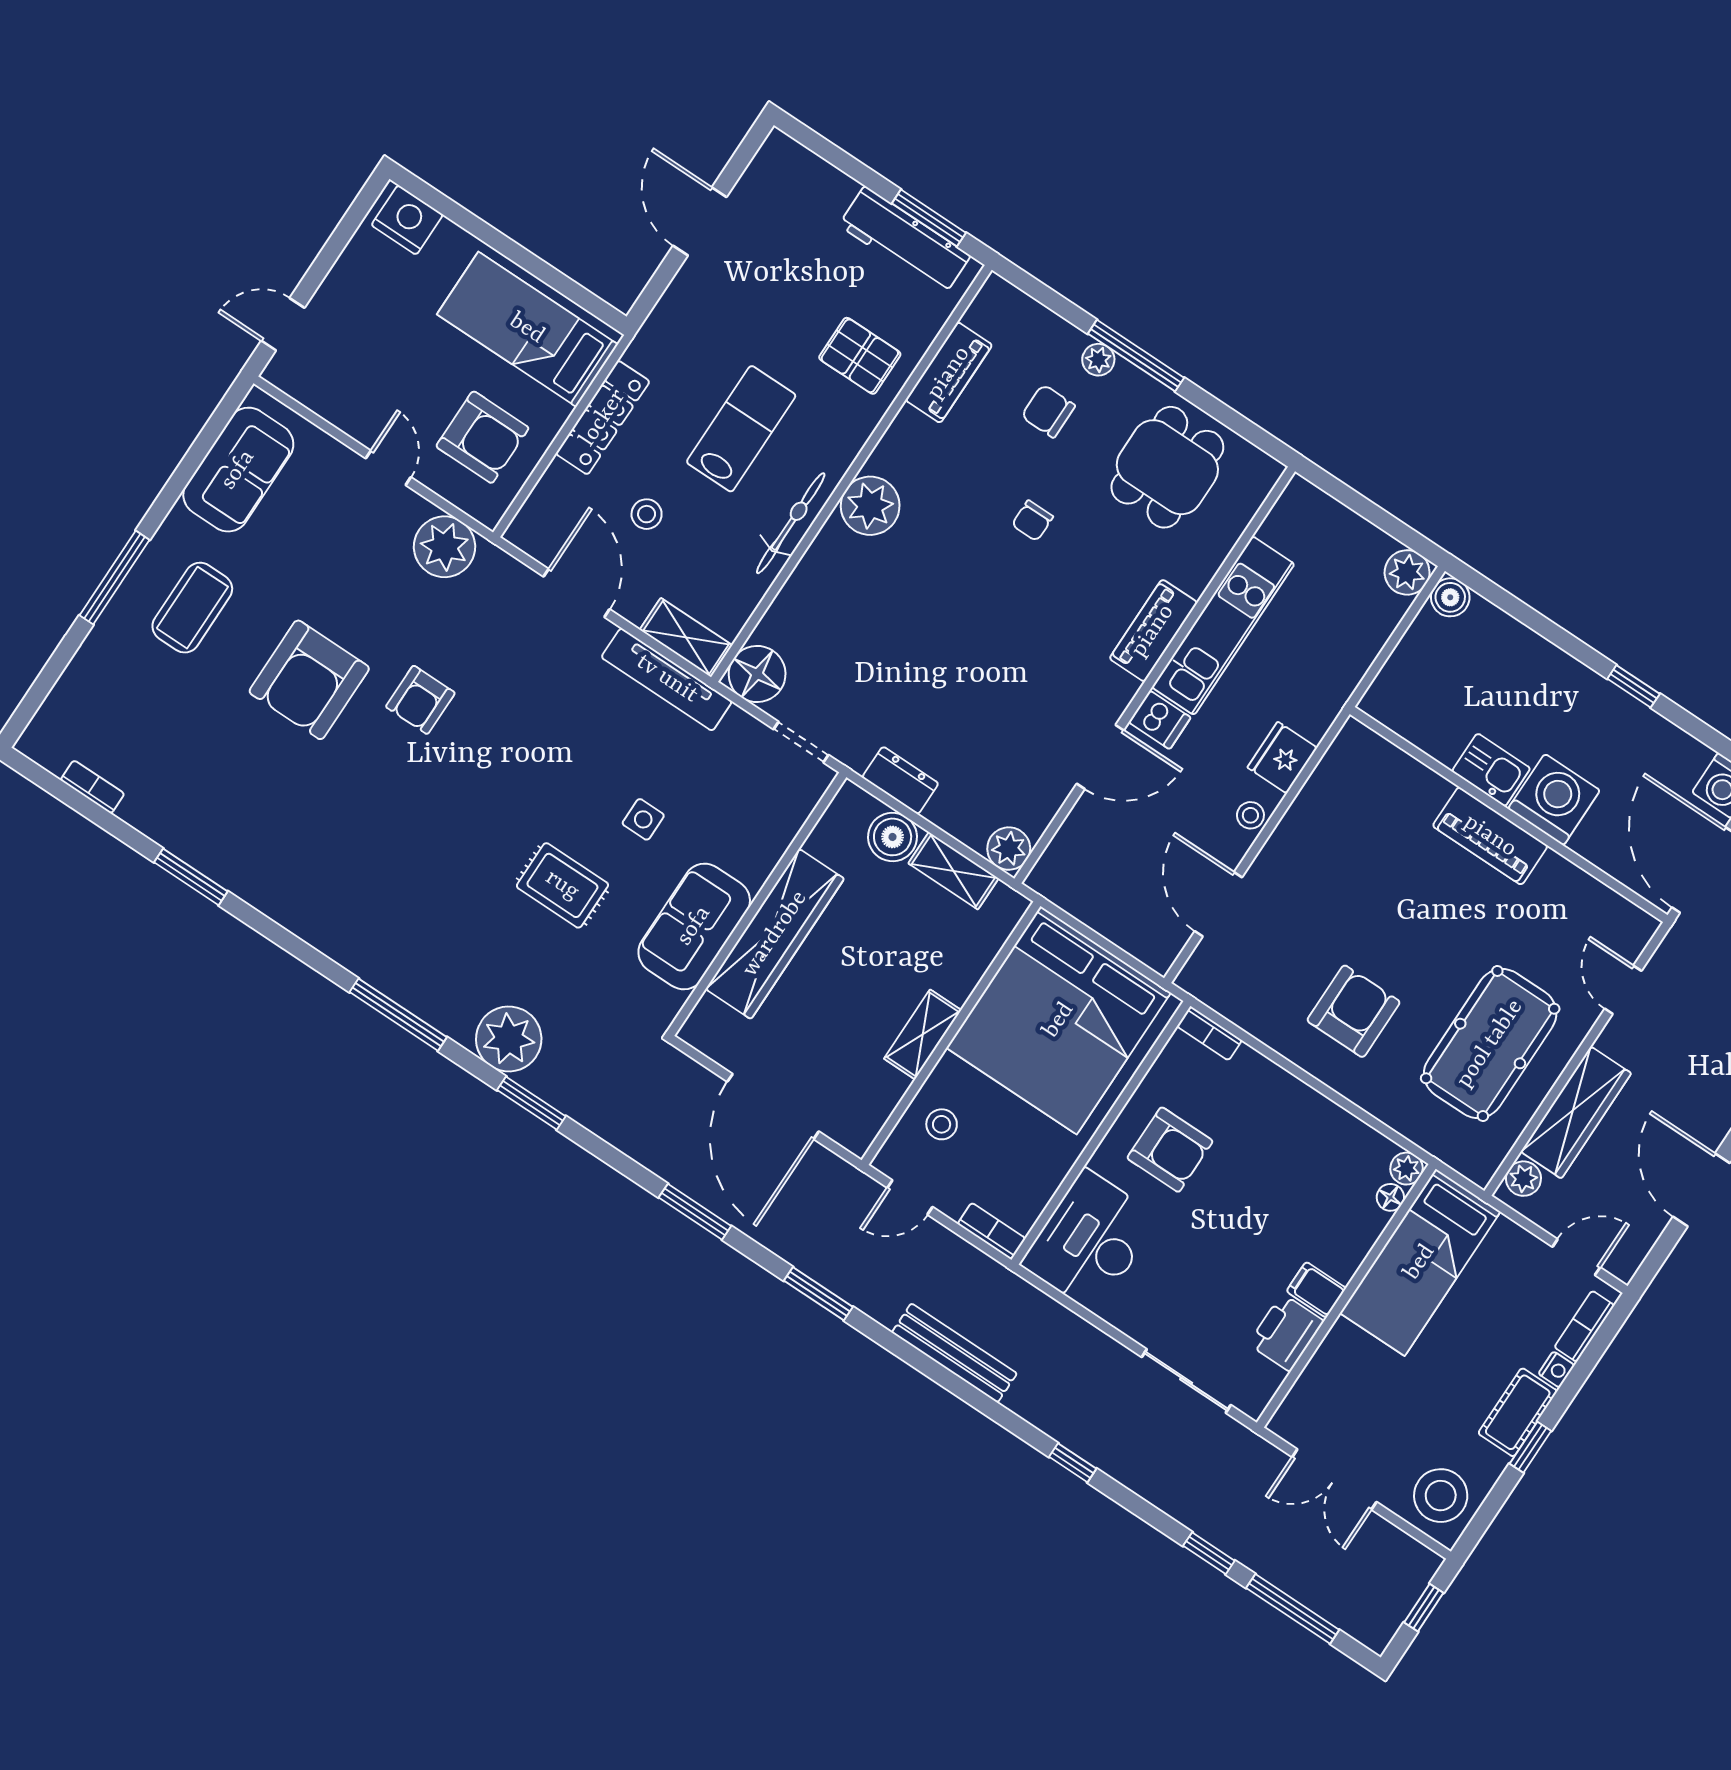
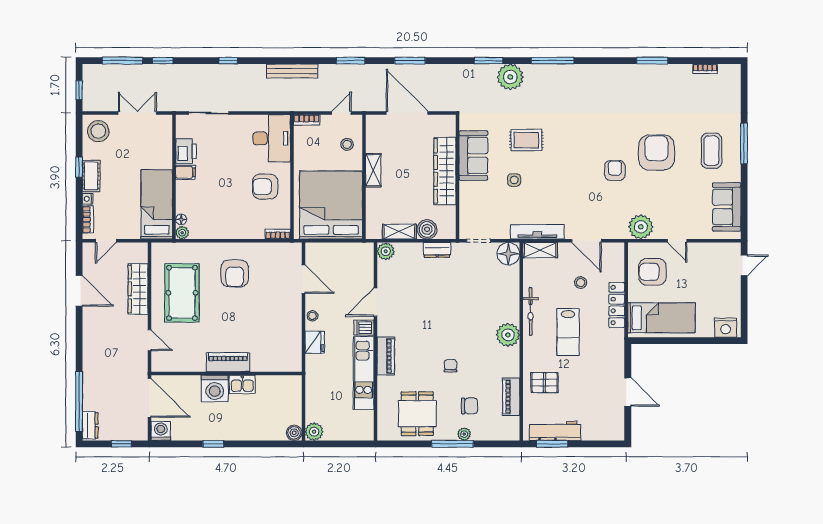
plant: (1523, 1179) -> (141, 255), removed

